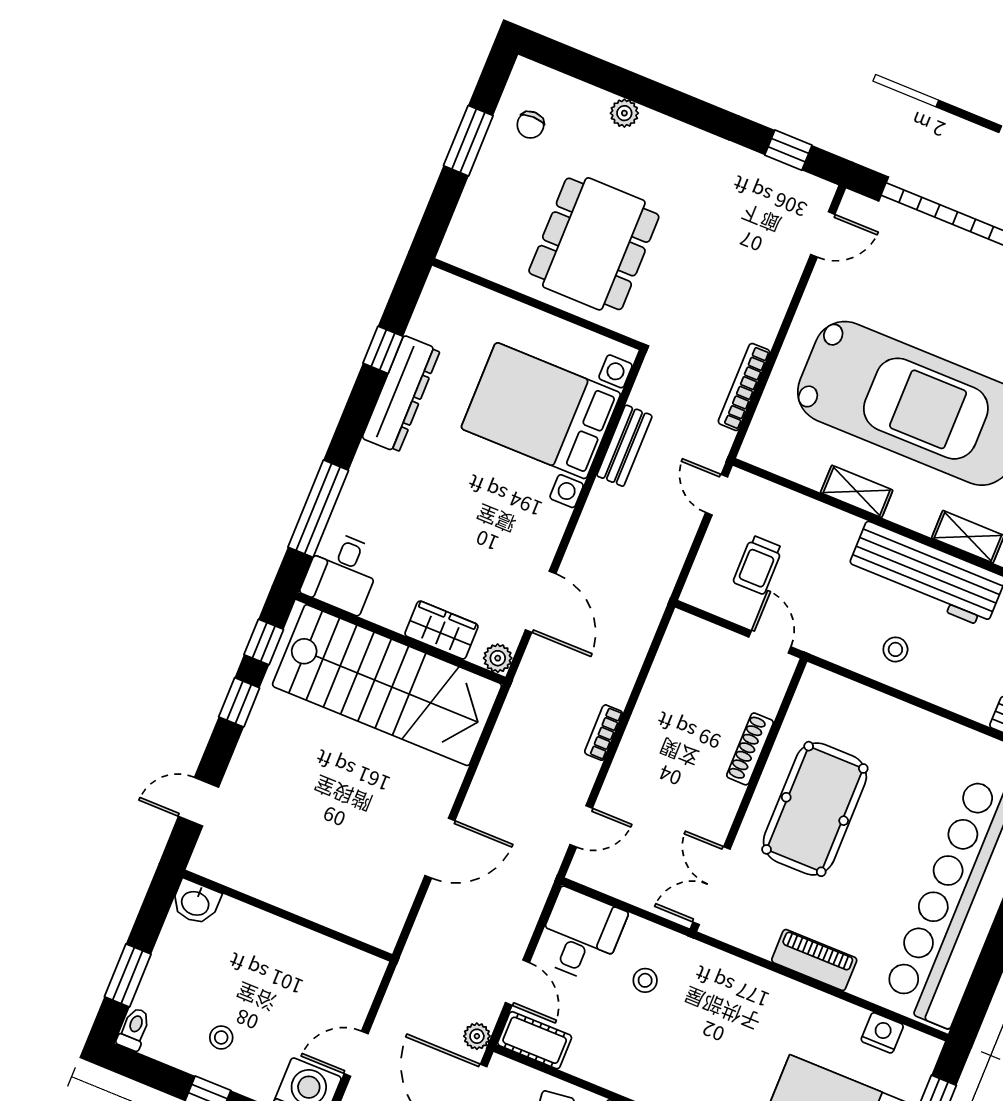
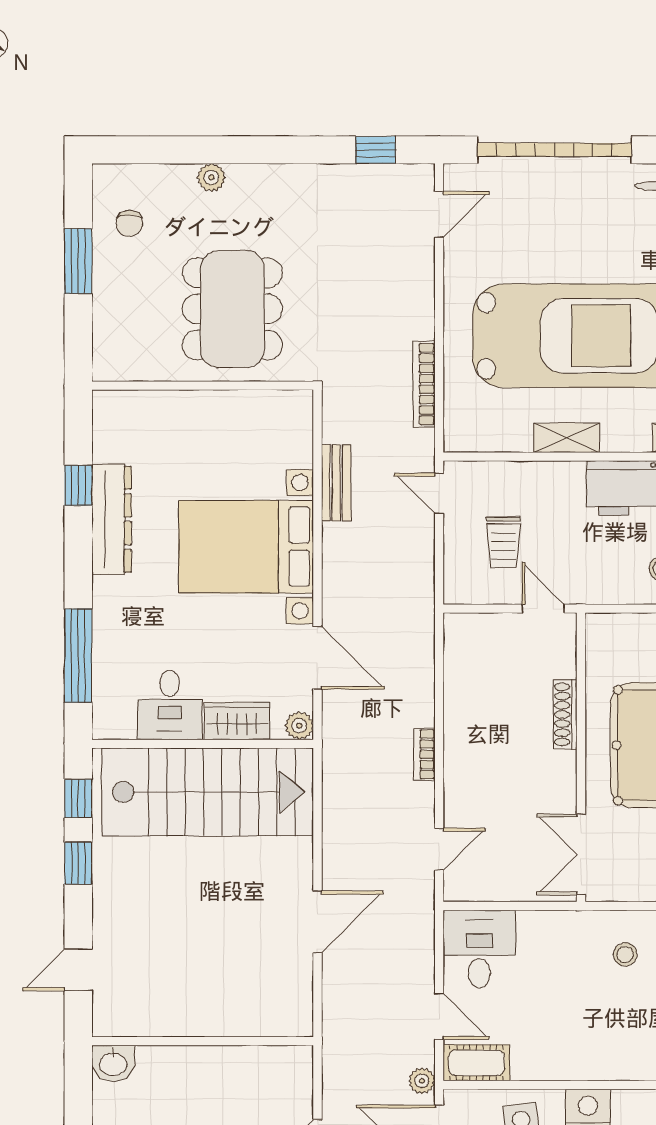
bed with nightstands: (541, 411) -> (246, 547), moved
desk: (342, 572) -> (170, 705), moved
stool: (645, 980) -> (625, 955), moved

